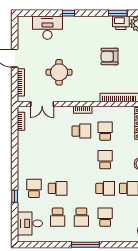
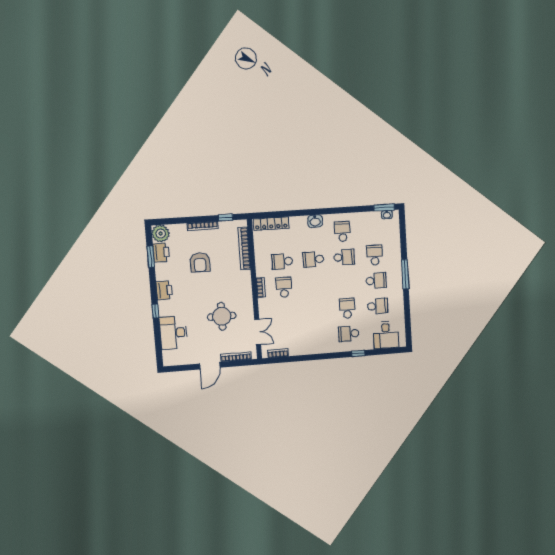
printer: (87, 23) -> (164, 290), added
school desk: (105, 188) -> (344, 257), turned 90
school desk: (105, 217) -> (375, 255), turned 90

